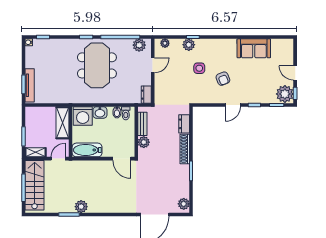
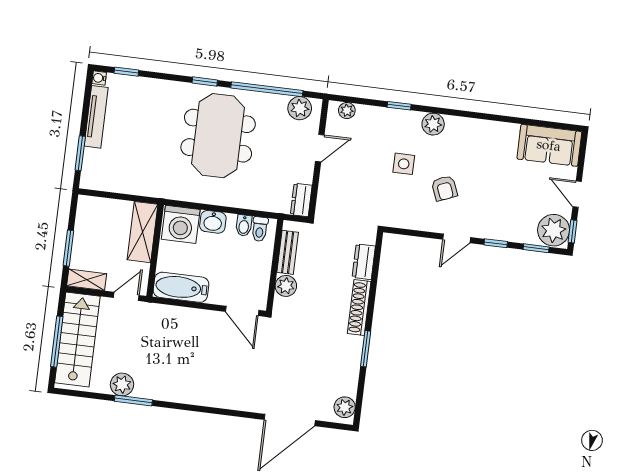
plant: (189, 45) -> (433, 124), moved
sofa: (254, 48) -> (549, 145), moved
tv unit: (30, 85) -> (96, 117), moved
plant: (81, 207) -> (122, 384), moved

